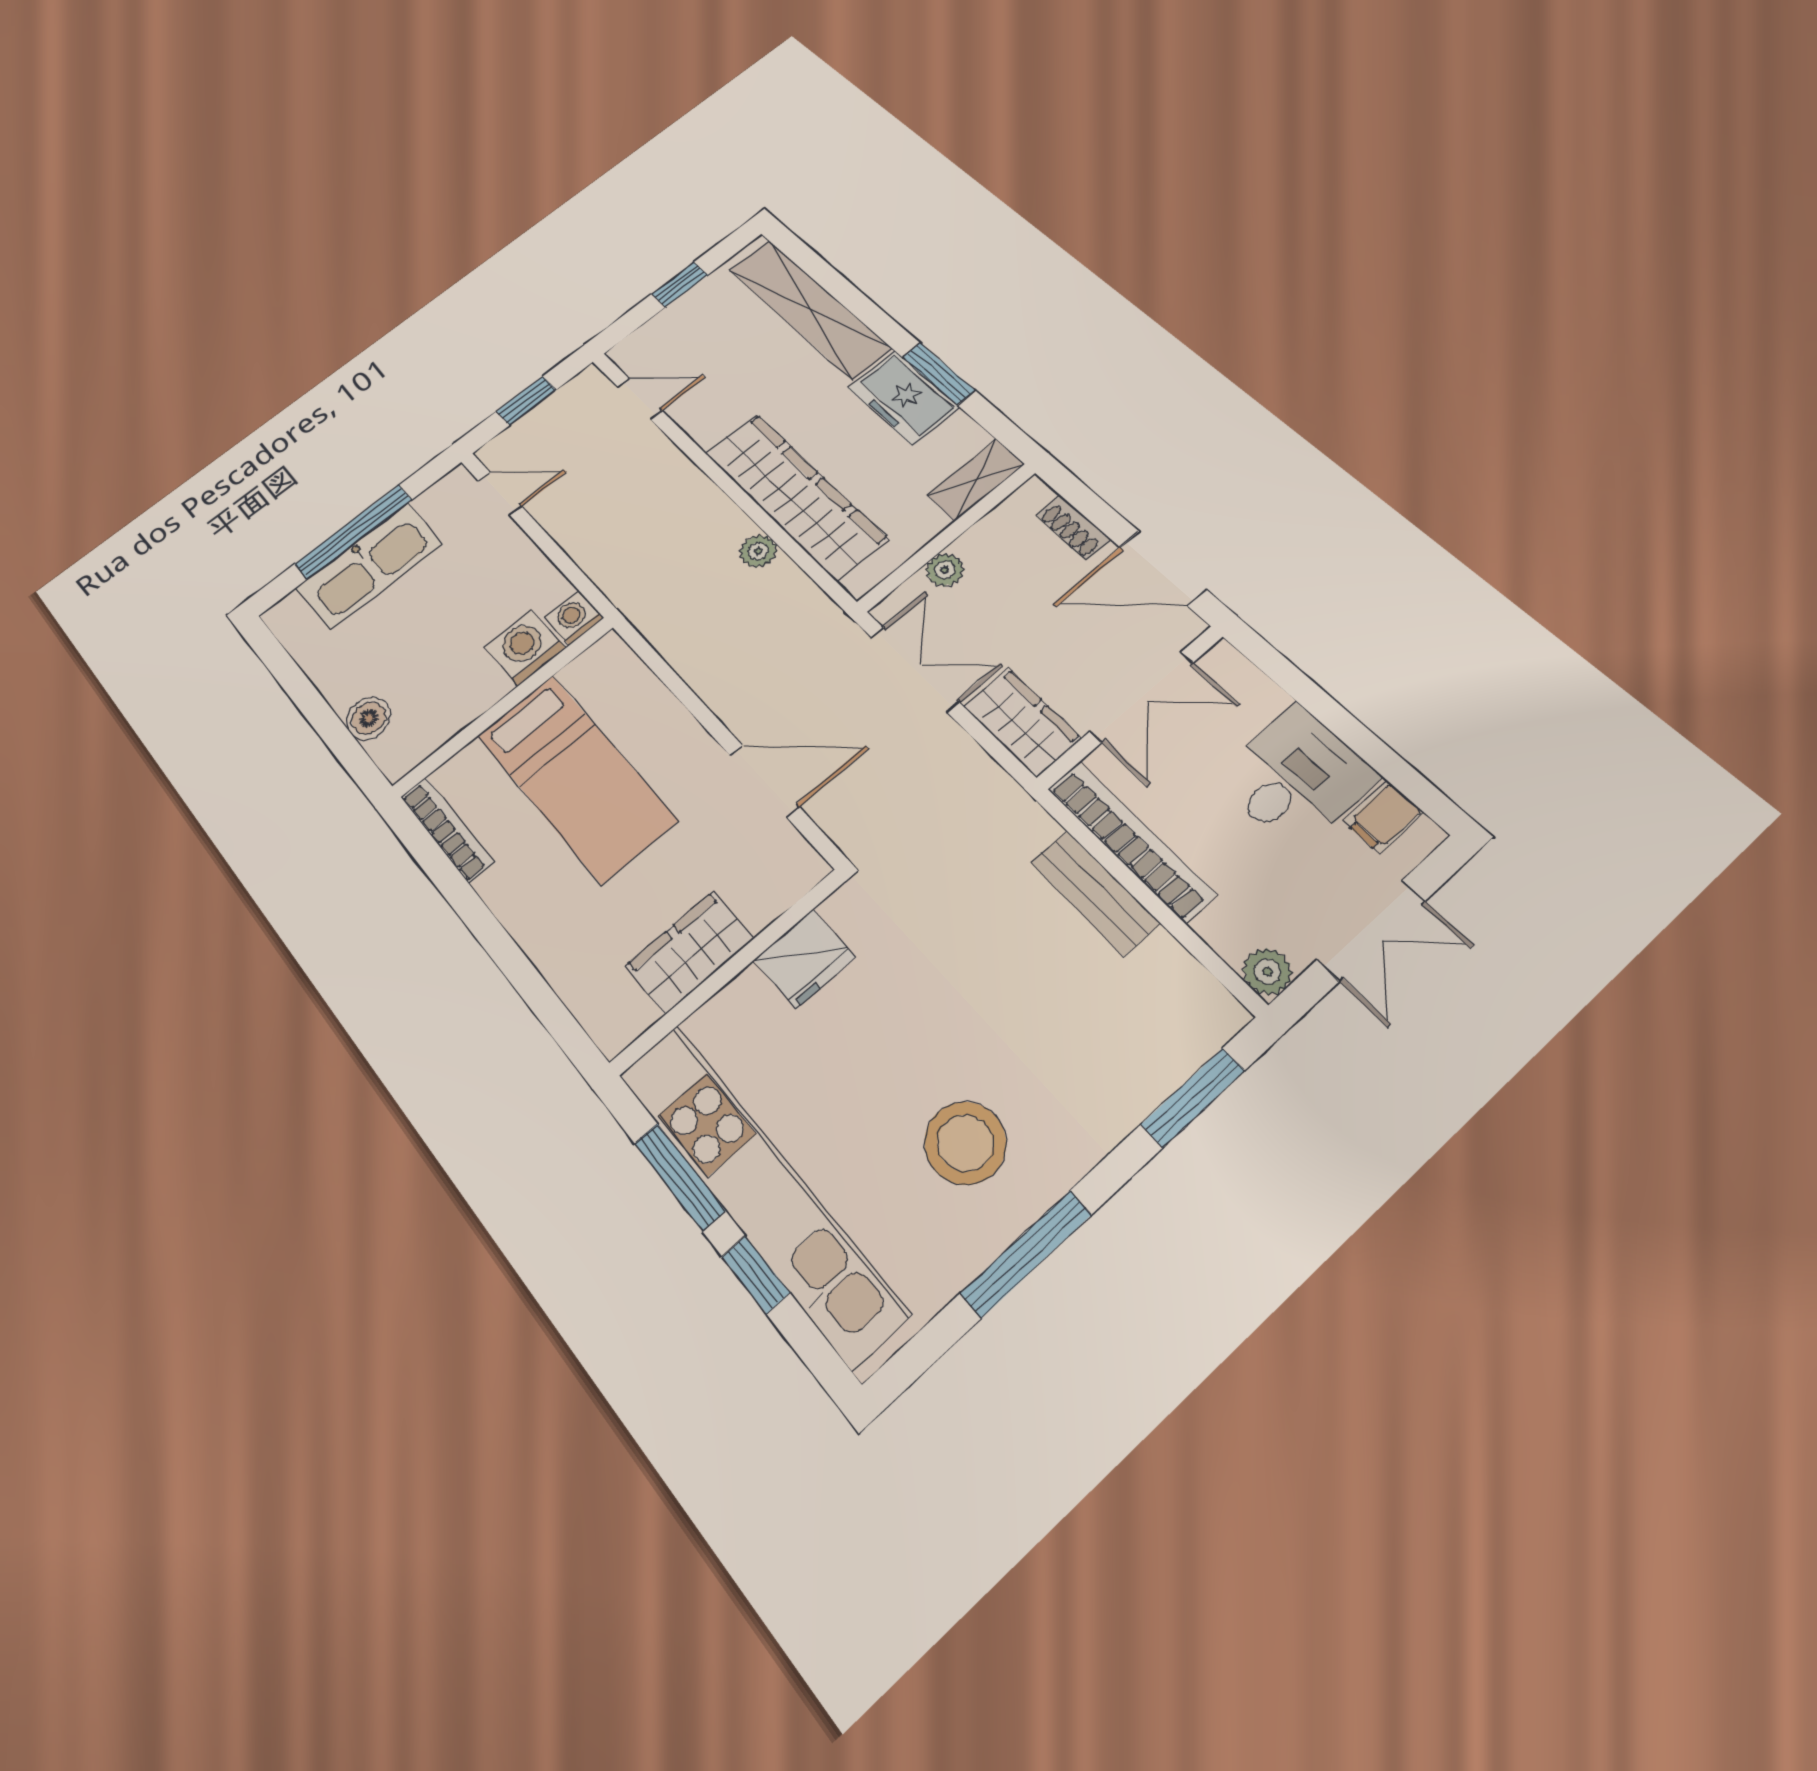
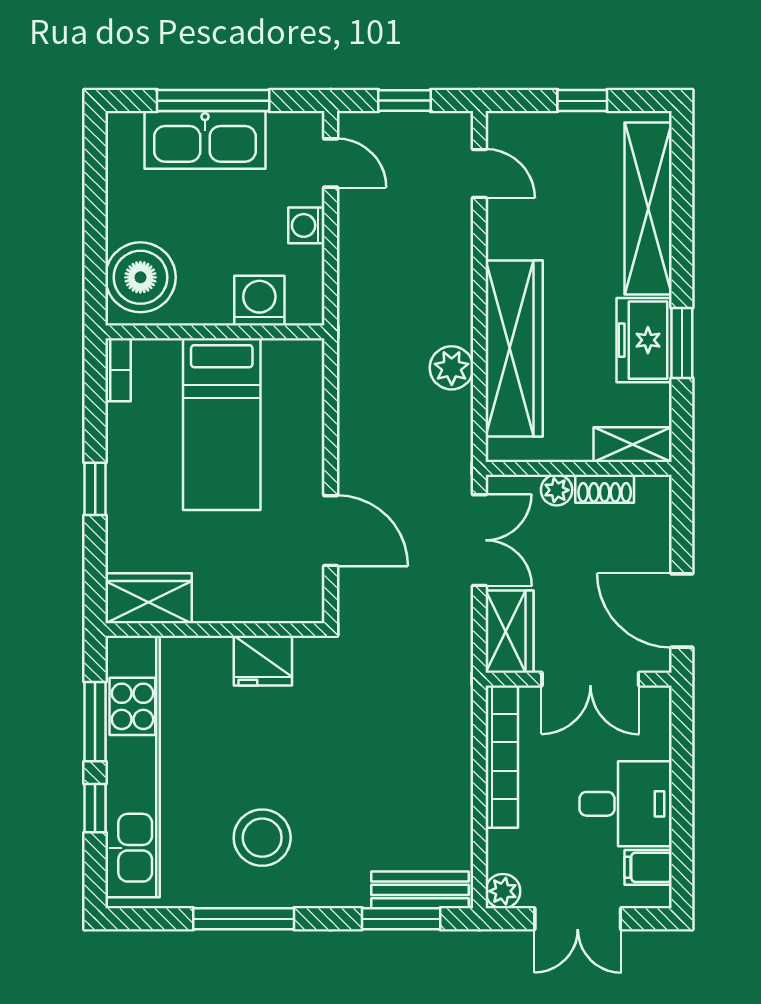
shoe rack: (1073, 528) -> (605, 489), moved, turned -90
plant: (758, 551) -> (452, 368), width x1.38, depth x1.38
washing machine: (574, 618) -> (306, 225), moved, turned -90
boiler: (369, 718) -> (140, 277), width x1.86, depth x1.86
bookcase: (447, 829) -> (118, 370), width x0.64
bench: (1095, 893) -> (420, 890), moved, turned 90
window: (495, 940) -> (95, 489), added
wardrobe: (690, 952) -> (149, 598), moved

